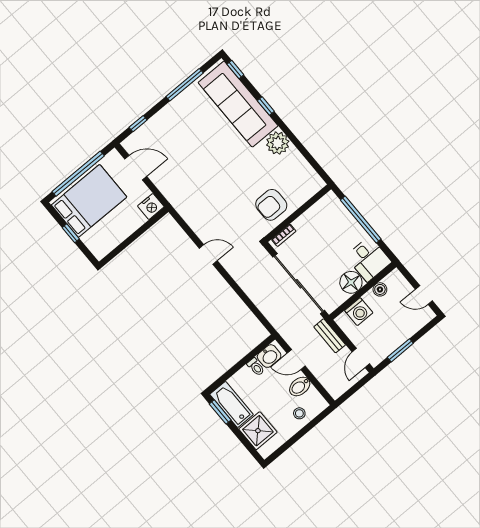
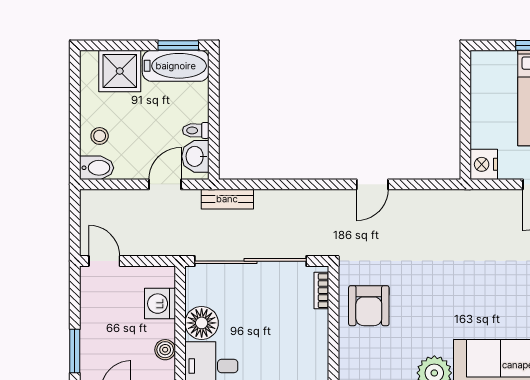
armchair: (271, 205) -> (369, 306), turned 180
bench: (330, 336) -> (227, 199), moved
window: (400, 350) -> (75, 351), moved
bidet: (300, 386) -> (97, 168), moved, turned 90

